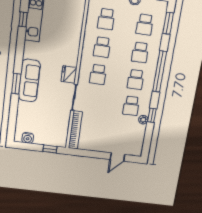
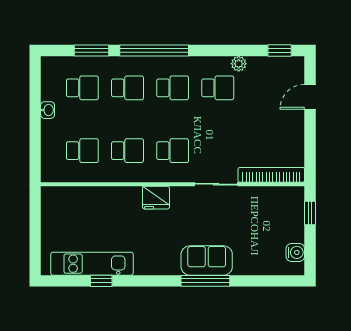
window: (168, 23) -> (91, 51), moved
fridge: (69, 74) -> (156, 198), moved
sofa: (29, 81) -> (207, 260), width x0.73
window: (16, 84) -> (205, 281), width x1.44
window: (152, 115) -> (280, 51), moved
door: (117, 157) -> (310, 97), swing flipped

